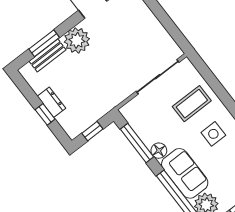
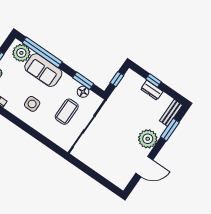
bench: (48, 55) -> (171, 113), moved
coffee table: (192, 104) -> (67, 112), moved
window: (137, 143) -> (83, 81), width x0.69
floor lamp: (159, 151) -> (83, 92), moved

